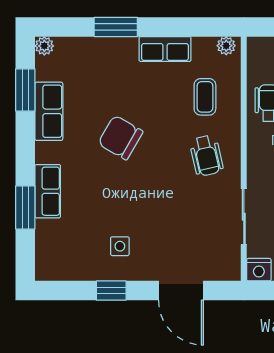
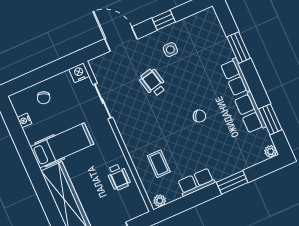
chair: (120, 138) -> (199, 116), width x0.54, depth x0.54
wheelchair: (206, 156) -> (153, 83), moved
row of seats: (48, 191) -> (235, 77), moved

